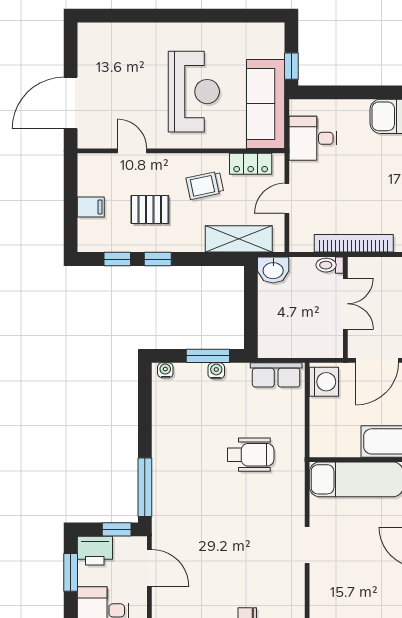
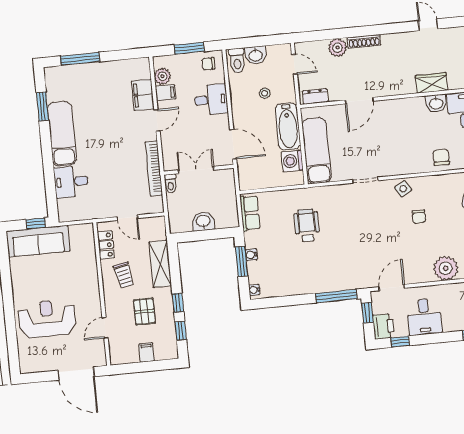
reception desk: (194, 92) -> (47, 319), moved
sofa: (266, 104) -> (38, 241), moved
desk: (313, 138) -> (71, 182), moved, turned 90
shelving: (239, 239) -> (160, 264), moved
washbasin: (273, 270) -> (203, 221), moved, turned -90
washing machine: (324, 382) -> (292, 161), moved, turned -90
window: (71, 572) -> (400, 342), width x0.67
side table: (290, 598) -> (403, 189), added

